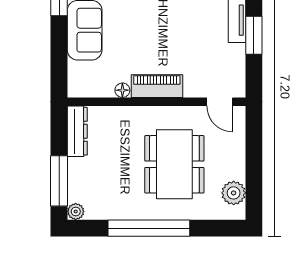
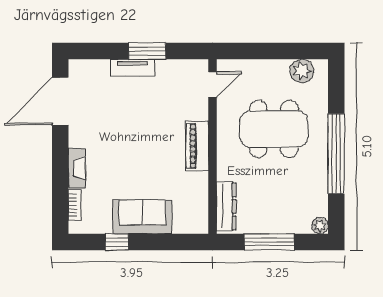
floor lamp: (122, 90) -> (201, 180), removed
dresser: (77, 131) -> (226, 206), moved, turned 90
window: (59, 181) -> (269, 242), moved

